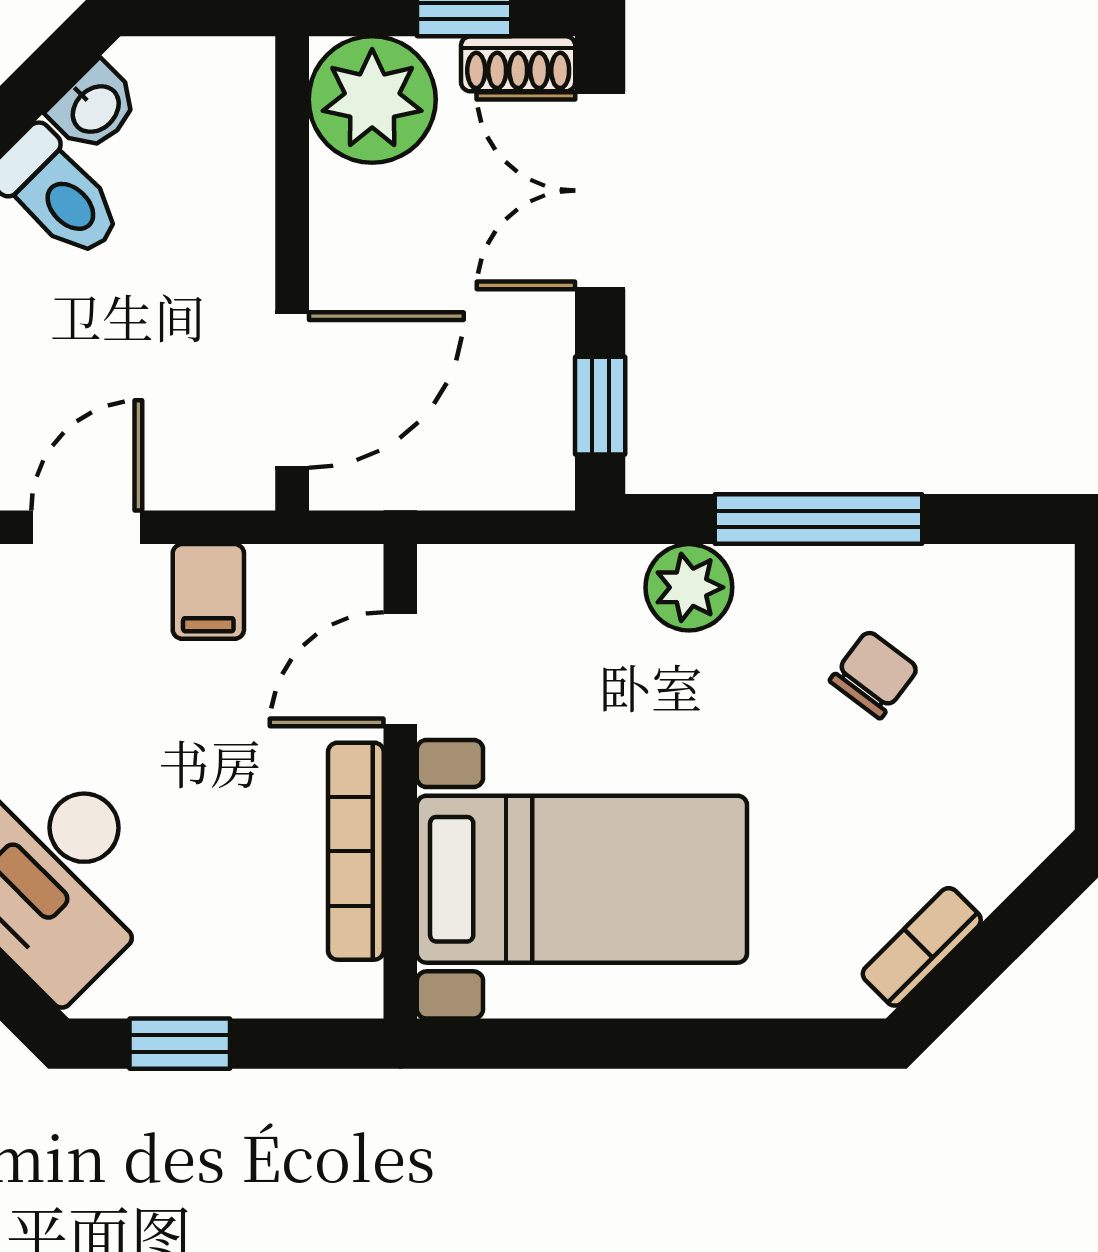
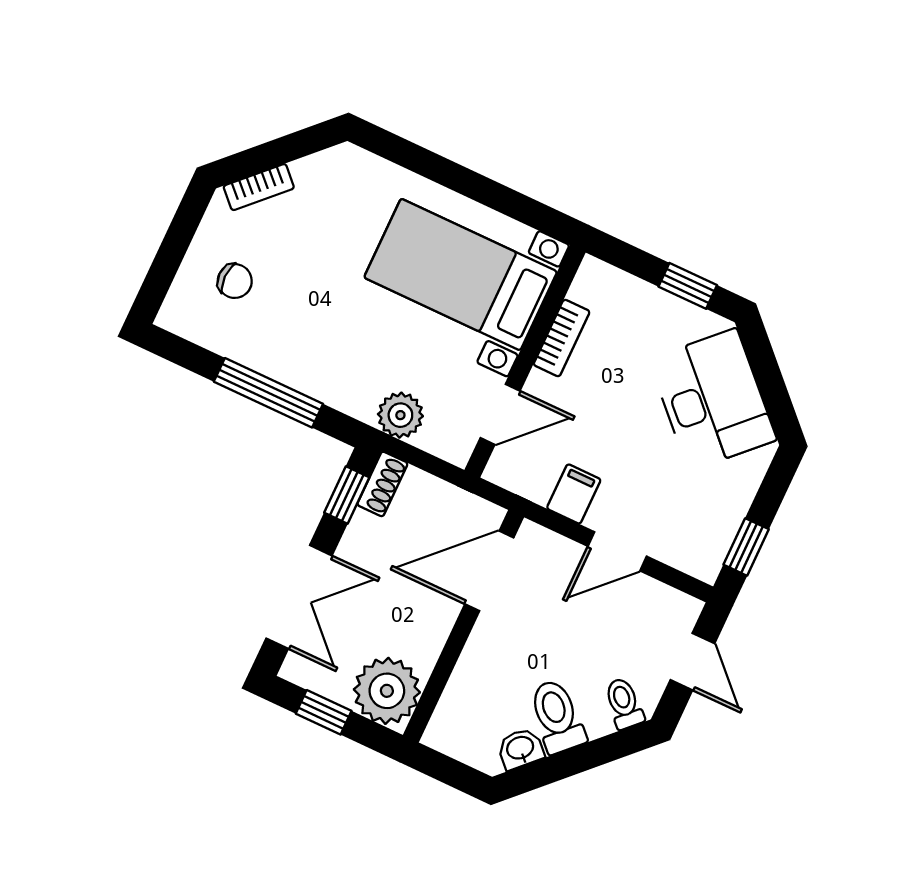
shoe rack: (518, 64) -> (382, 484), moved, turned 90
plant: (689, 587) -> (400, 415), moved
chair: (874, 674) -> (235, 281), moved, turned -127
bookcase: (356, 851) -> (562, 338), width x0.64
bookcase: (922, 947) -> (259, 187), moved

